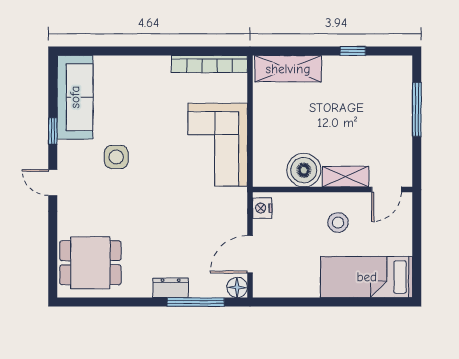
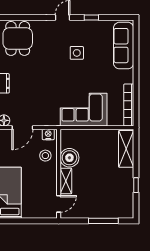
sofa: (75, 97) -> (124, 46), moved, turned 90
door: (387, 190) -> (59, 204), swing flipped
stool: (338, 223) -> (45, 156), moved
door: (250, 254) -> (22, 128), swing flipped

